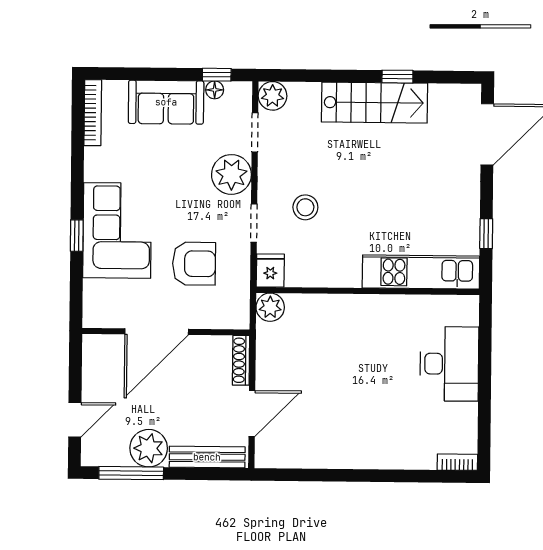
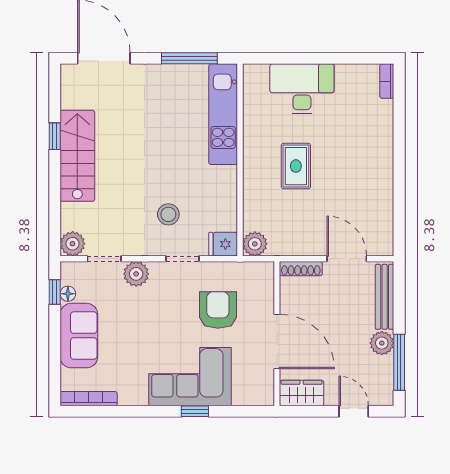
plant: (231, 174) -> (136, 274), width x0.73, depth x0.73
window: (486, 234) -> (189, 58), width x2.17
rug: (360, 356) -> (296, 166), added
wardrobe: (97, 360) -> (302, 393), added
plant: (149, 448) -> (382, 343), width x0.73, depth x0.73

